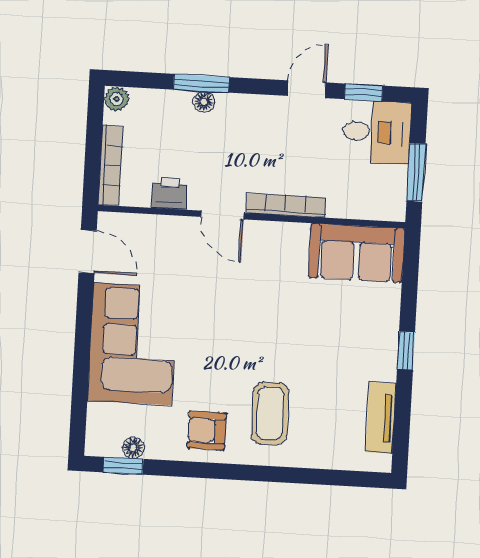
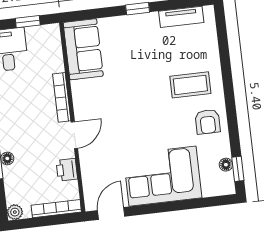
window: (416, 172) -> (28, 22), width x0.67

